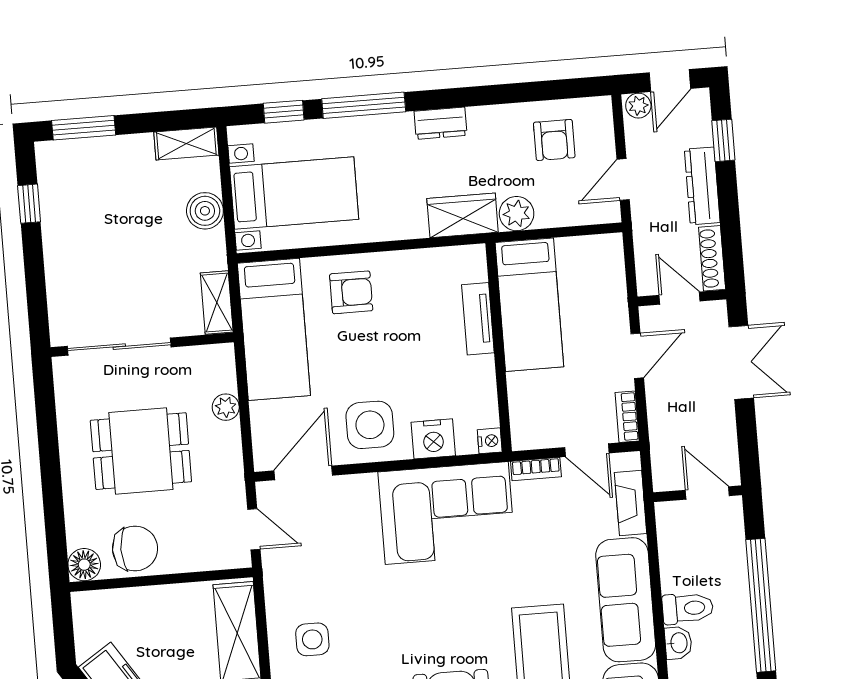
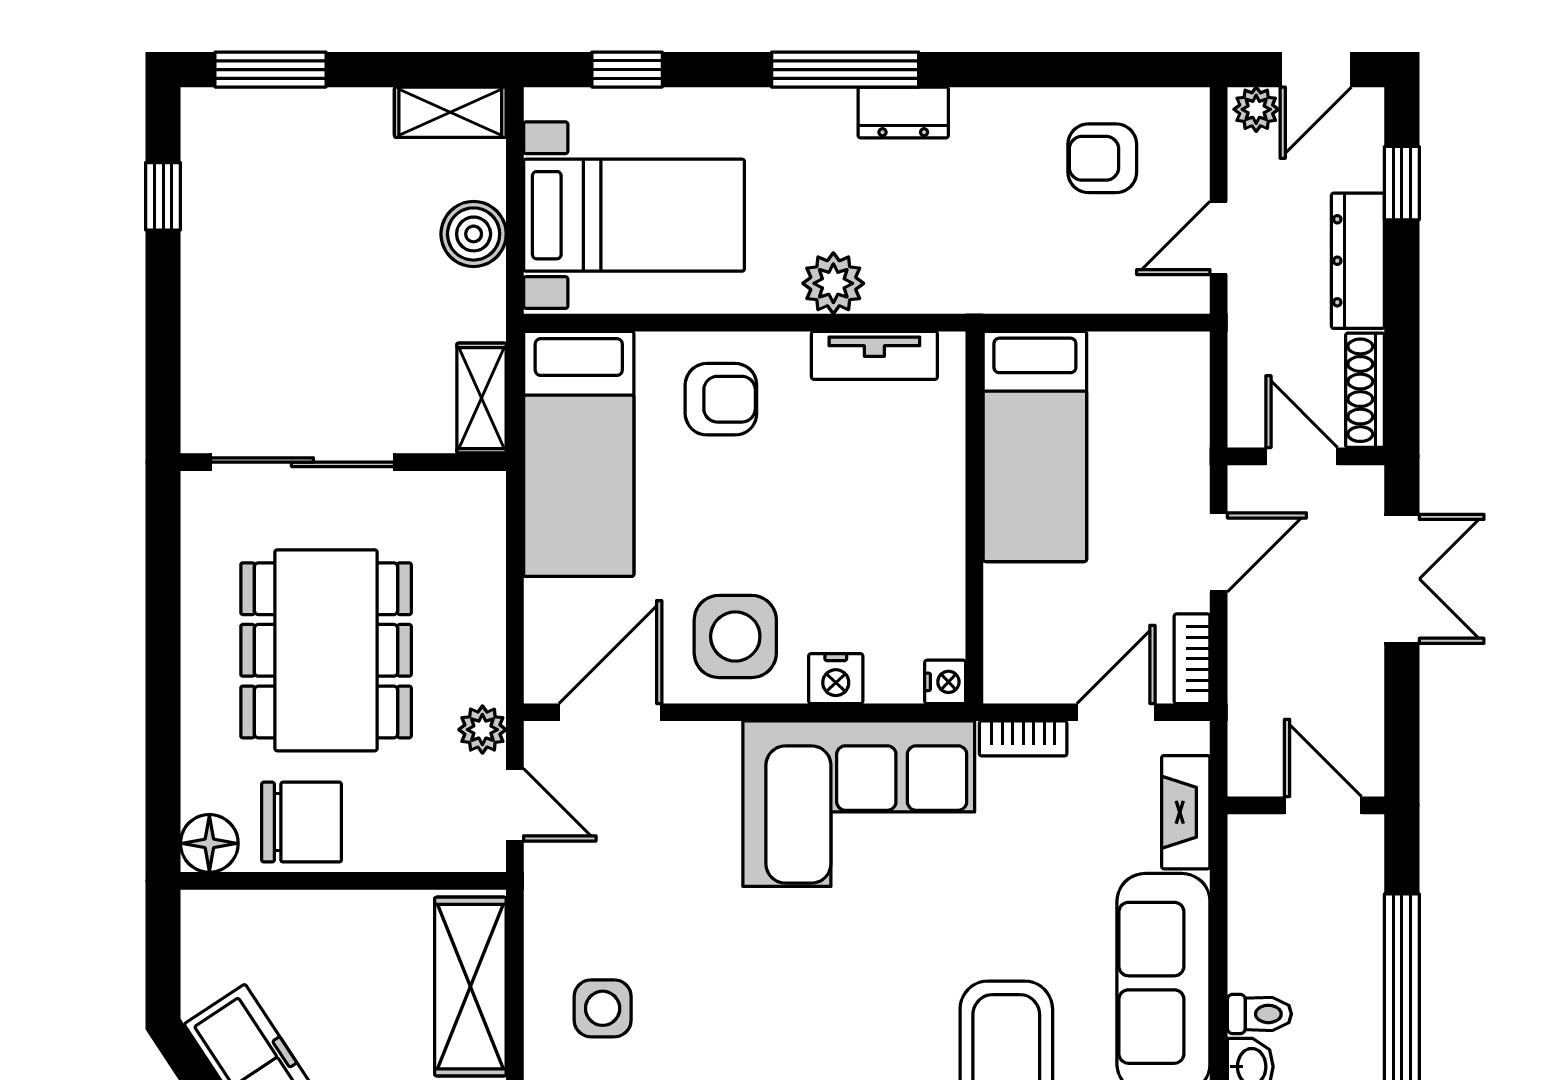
window: (364, 105) -> (845, 70), moved
armchair: (554, 140) -> (1102, 158), turned 90
plant: (517, 214) -> (833, 283), moved
wardrobe: (463, 215) -> (929, 279), removed
tv unit: (478, 319) -> (874, 355), moved, turned -90
plant: (226, 407) -> (482, 730), moved
nightstand: (433, 439) -> (836, 679), width x0.74, depth x0.75
door: (587, 450) -> (1116, 712), swing flipped
dining table: (141, 451) -> (326, 650), width x1.38
toilet: (688, 608) -> (1259, 1014), width x0.73, depth x0.72

